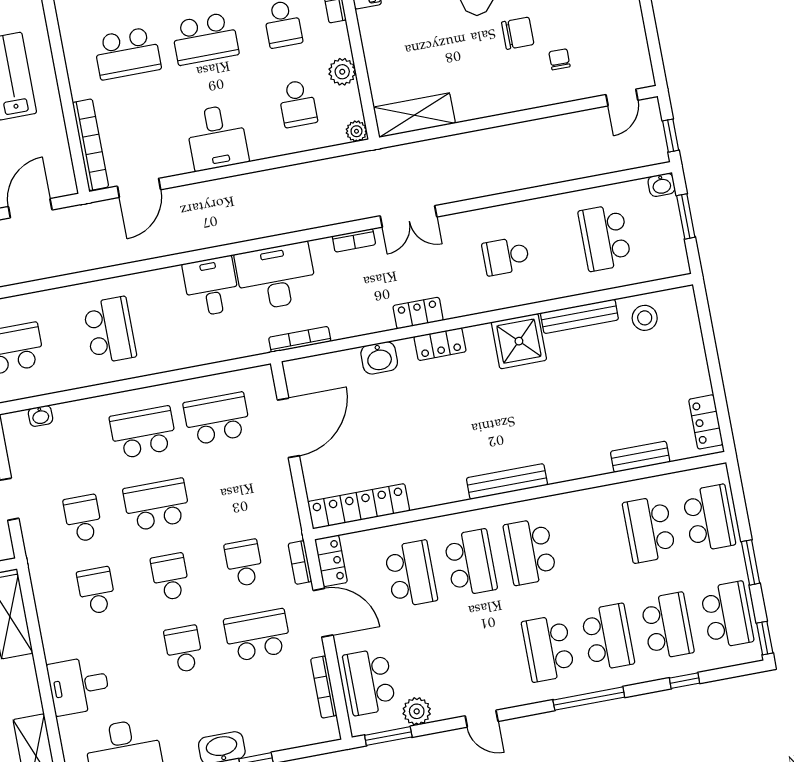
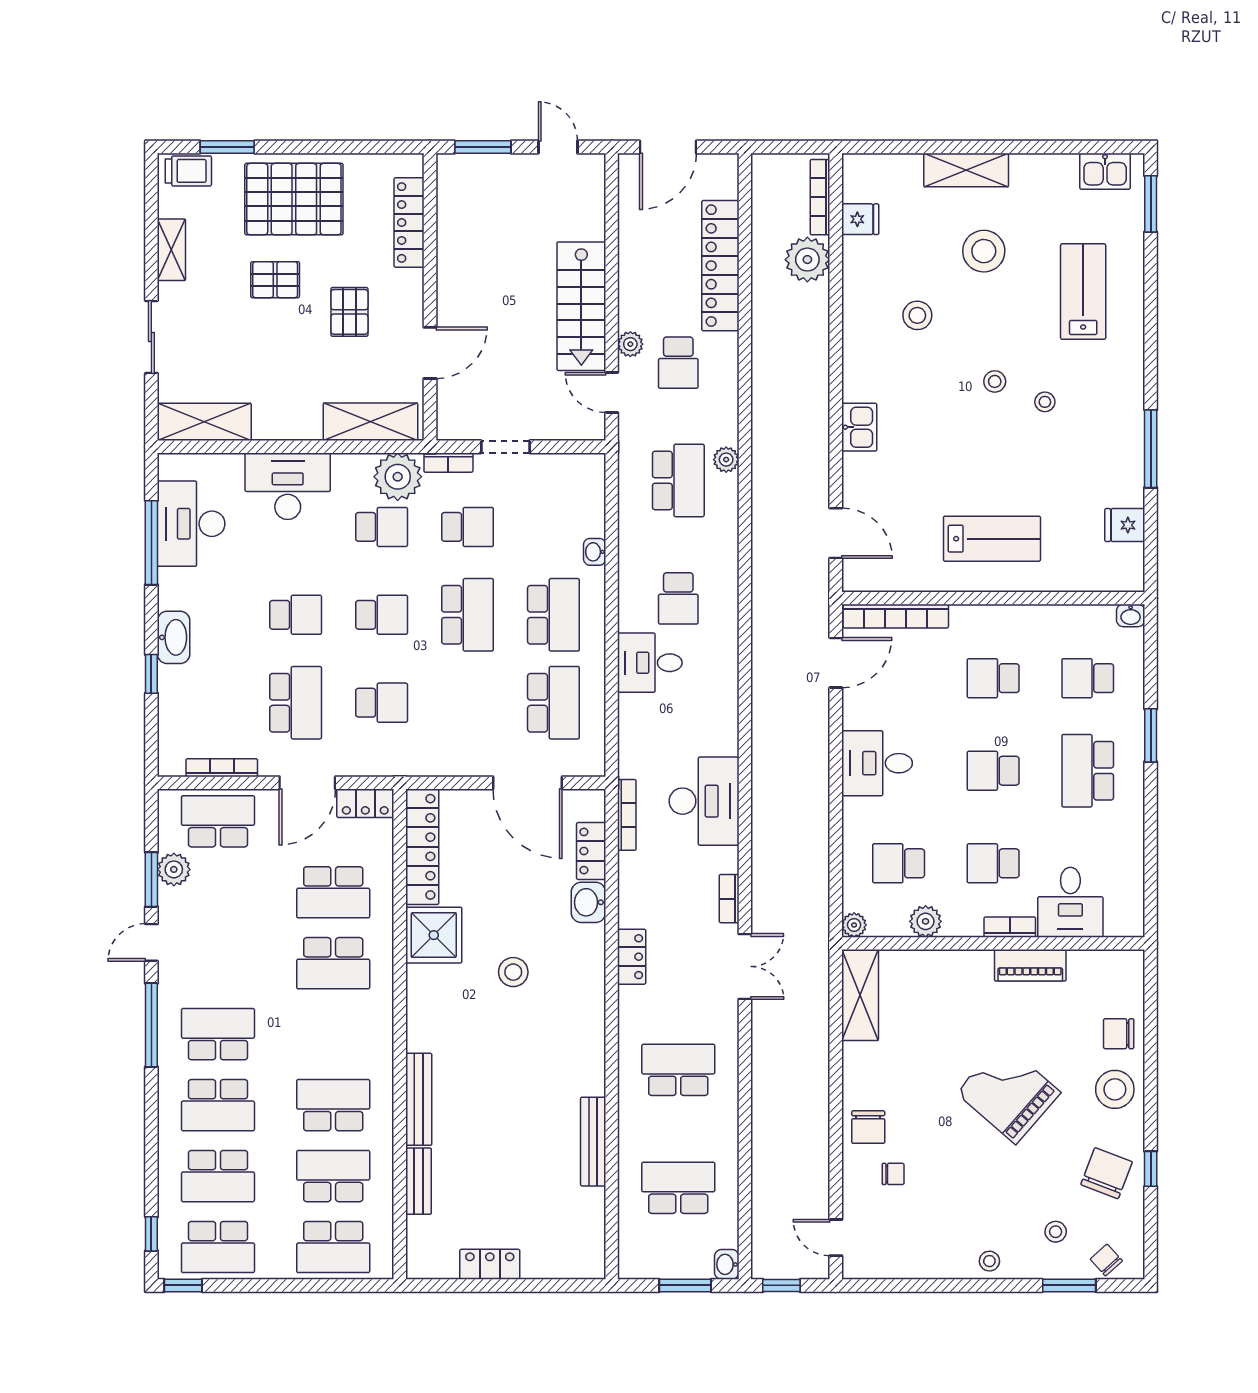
chair: (518, 33) -> (868, 1127), moved
school desk: (205, 39) -> (993, 771), width x0.54
school desk: (127, 53) -> (993, 678), width x0.54
door: (139, 188) -> (836, 663), swing flipped
double door: (408, 216) -> (745, 966), swing flipped
school desk: (506, 256) -> (678, 1070), width x1.85
desk: (211, 286) -> (650, 663), moved, turned 180
stool: (645, 318) -> (513, 972), moved
school desk: (110, 330) -> (678, 598), width x0.54
shower: (519, 341) -> (434, 935), moved
locker: (440, 344) -> (591, 851), moved
washbasin: (41, 416) -> (595, 552), moved
locker: (706, 422) -> (490, 1264), moved
bench: (507, 482) -> (419, 1099), moved
school desk: (530, 552) -> (333, 1105), moved
window: (751, 562) -> (273, 1285), removed
bookcase: (300, 563) -> (448, 463), moved, turned 180
plant: (52, 585) -> (398, 477), added
window: (684, 681) -> (151, 1234), moved
desk: (79, 686) -> (288, 486), width x1.37
window: (589, 699) -> (151, 1025), moved
window: (388, 736) -> (151, 880), moved

